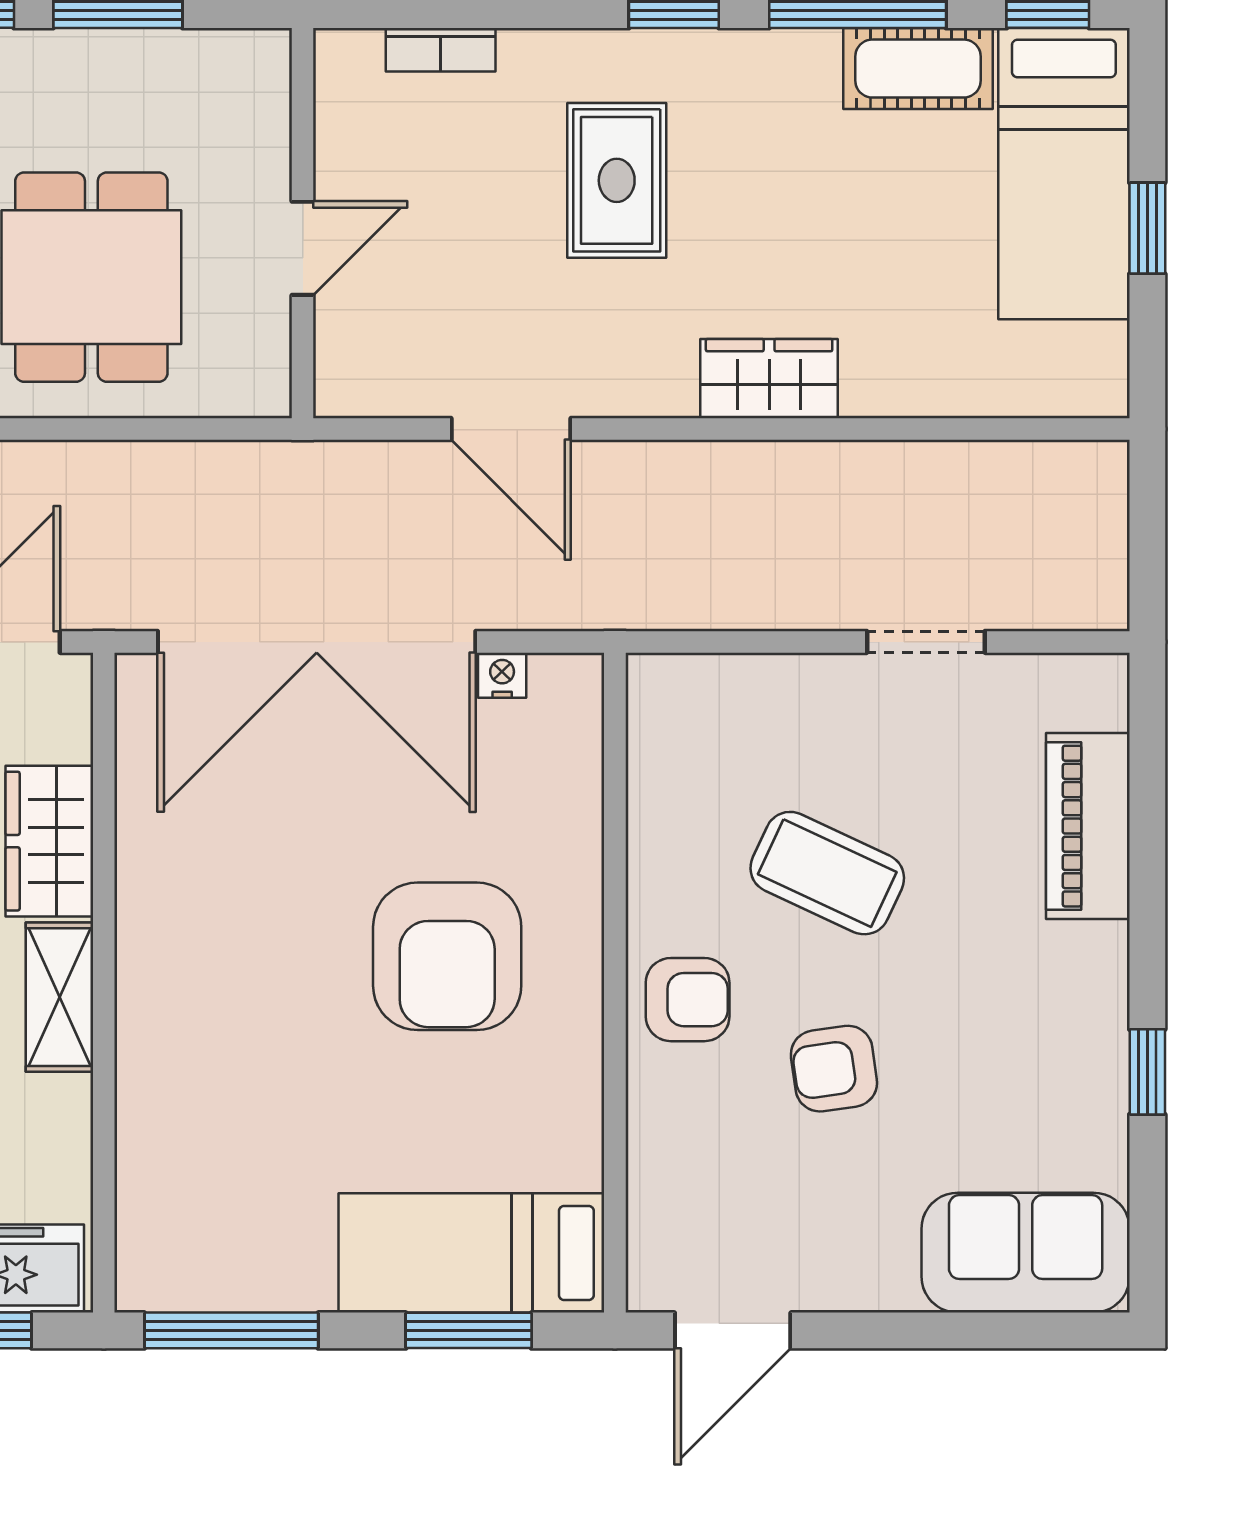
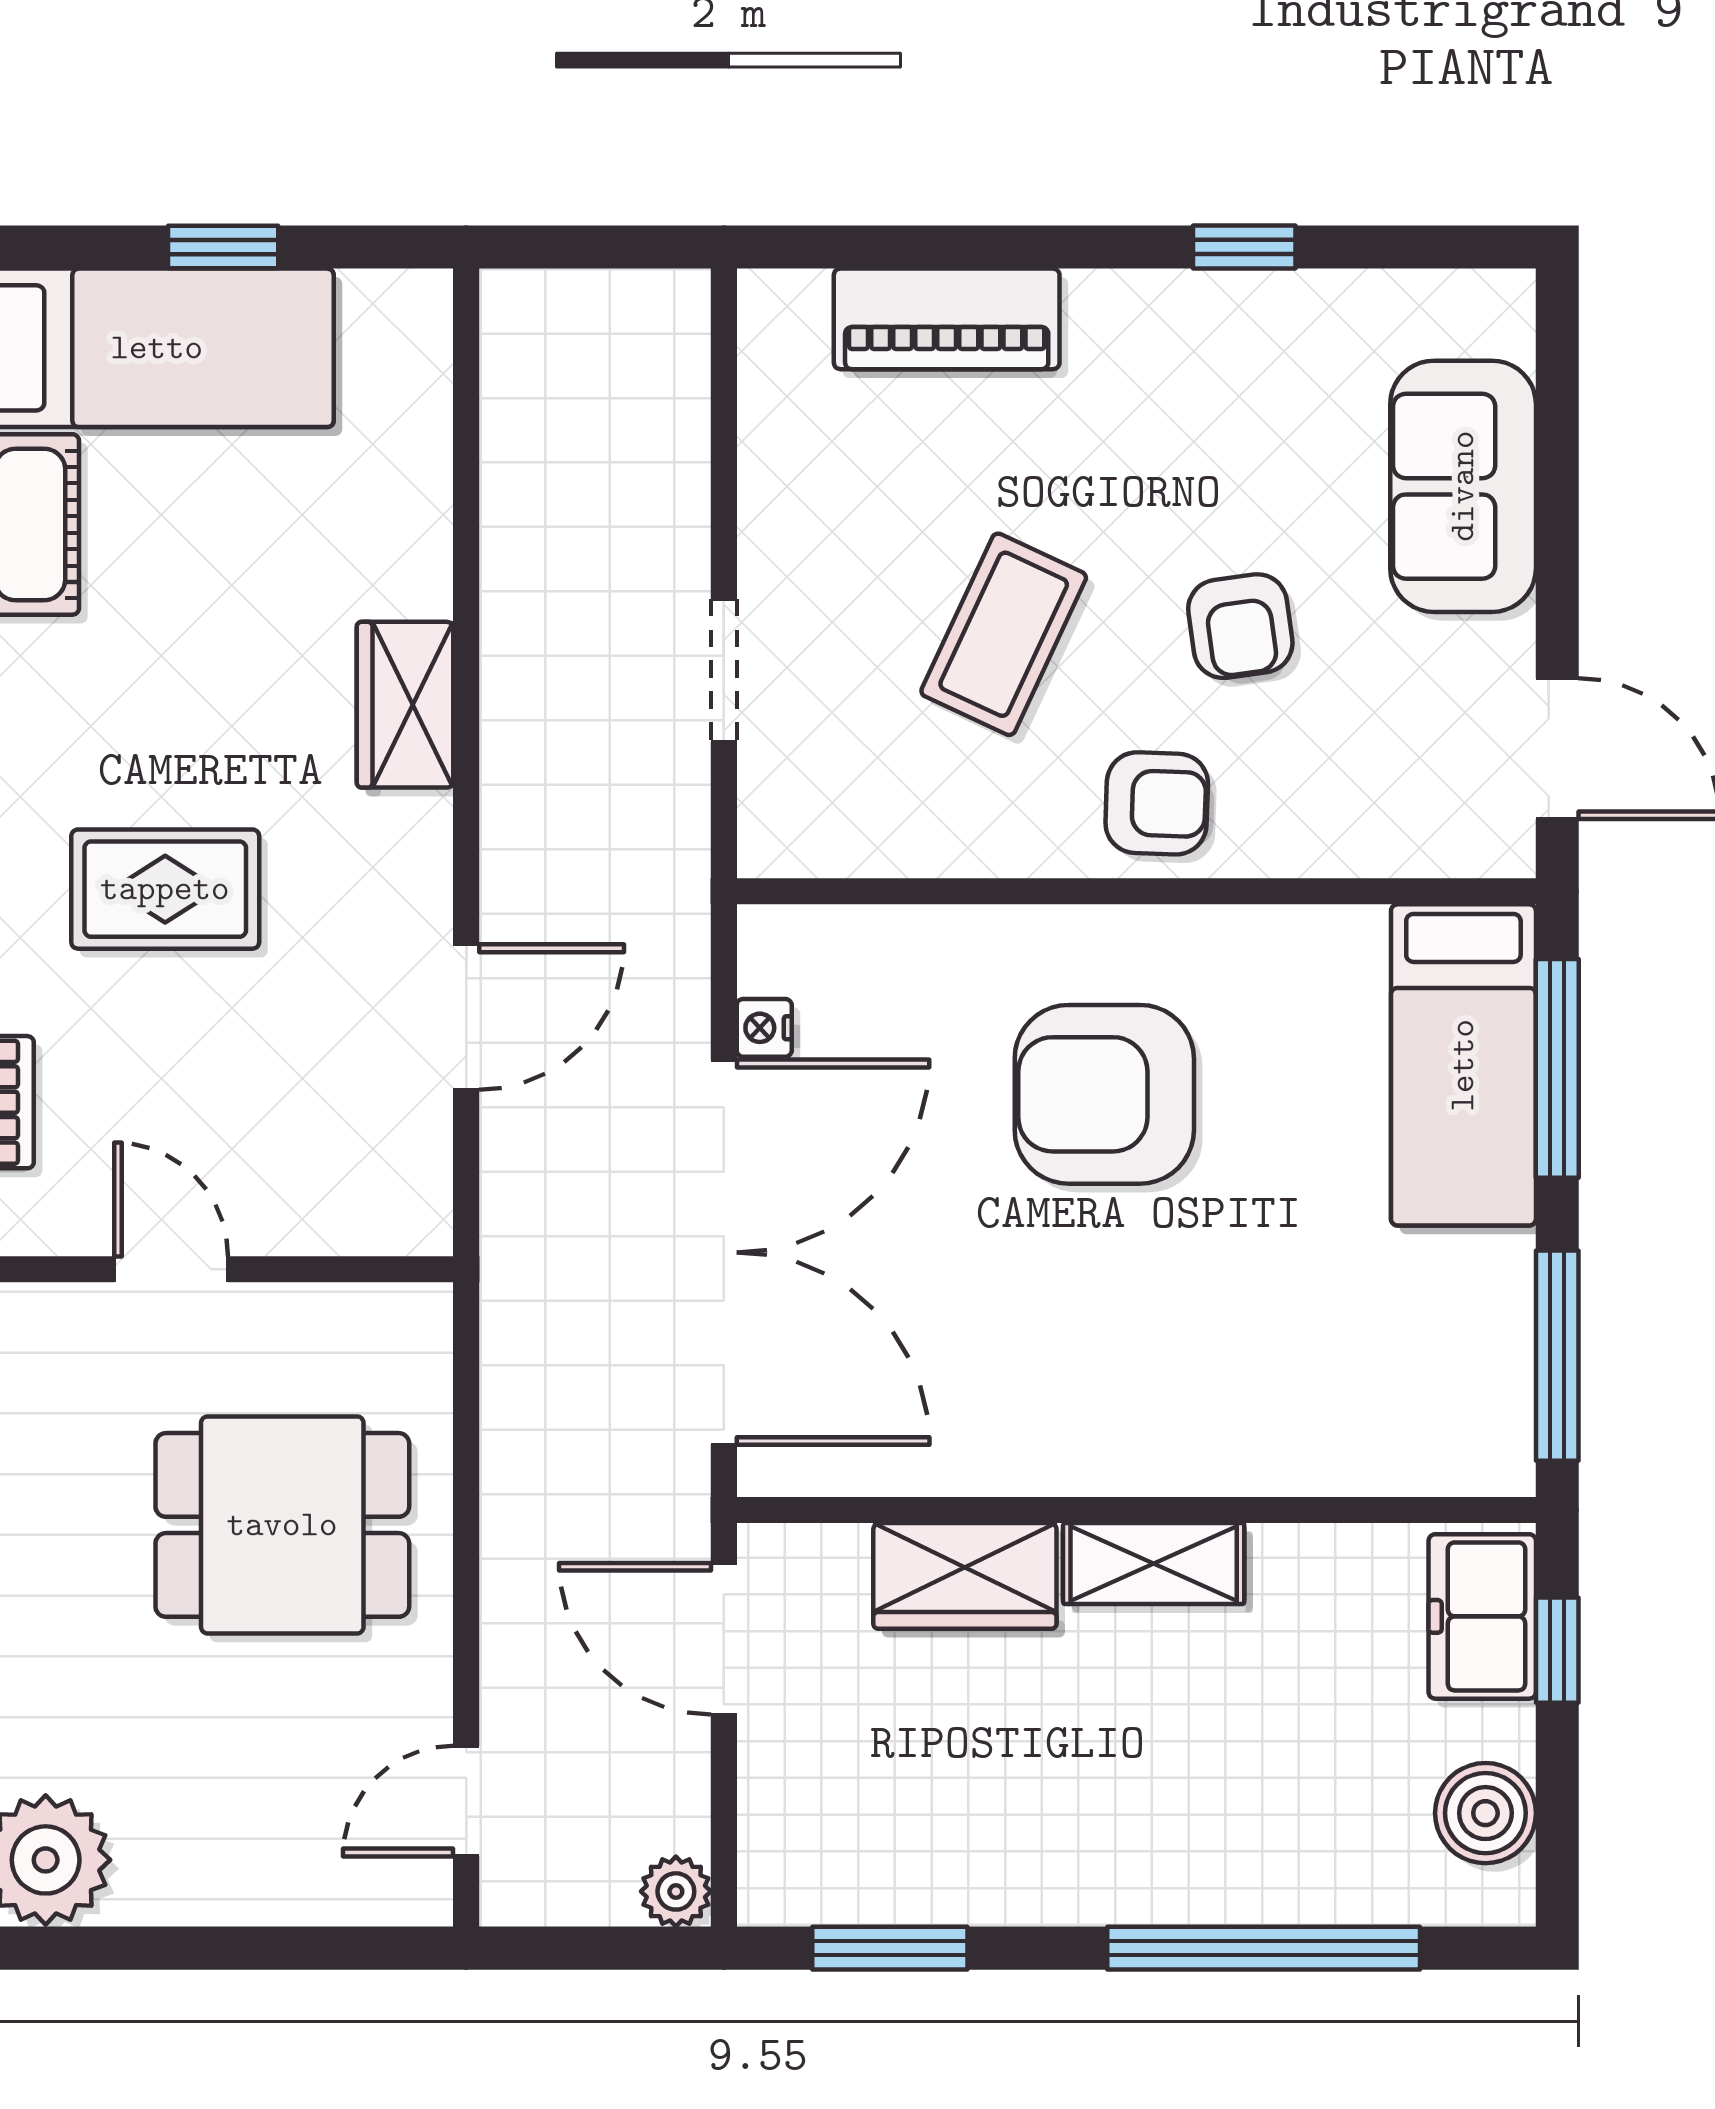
door: (303, 248) -> (171, 1269), moved
doorway: (926, 642) -> (724, 670), moved
armchair: (447, 956) -> (1104, 1094), turned 180
armchair: (688, 1000) -> (1157, 803), turned 92
sofa: (1026, 1253) -> (1463, 486), moved
window: (469, 1330) -> (1557, 1068), width x1.44

